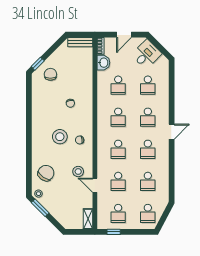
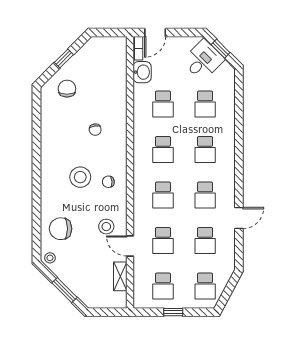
door: (124, 35) -> (155, 32), moved
bench: (80, 42) -> (109, 43), removed
window: (159, 46) -> (221, 49), added
window: (38, 64) -> (64, 58), moved
door: (172, 132) -> (239, 218), moved
chair: (46, 173) -> (61, 229), turned -125
window: (40, 208) -> (64, 290), moved
shelving: (88, 219) -> (120, 276), moved
window: (114, 232) -> (173, 312), moved

